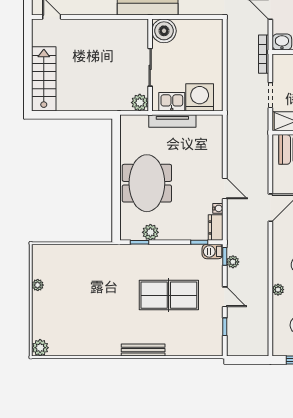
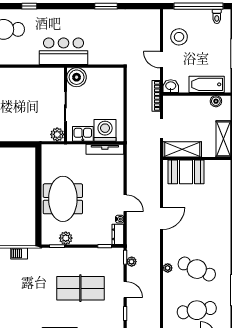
tv unit: (172, 121) -> (105, 149), moved
barbecue: (213, 251) -> (19, 253), moved
plant: (278, 290) -> (168, 268), moved

